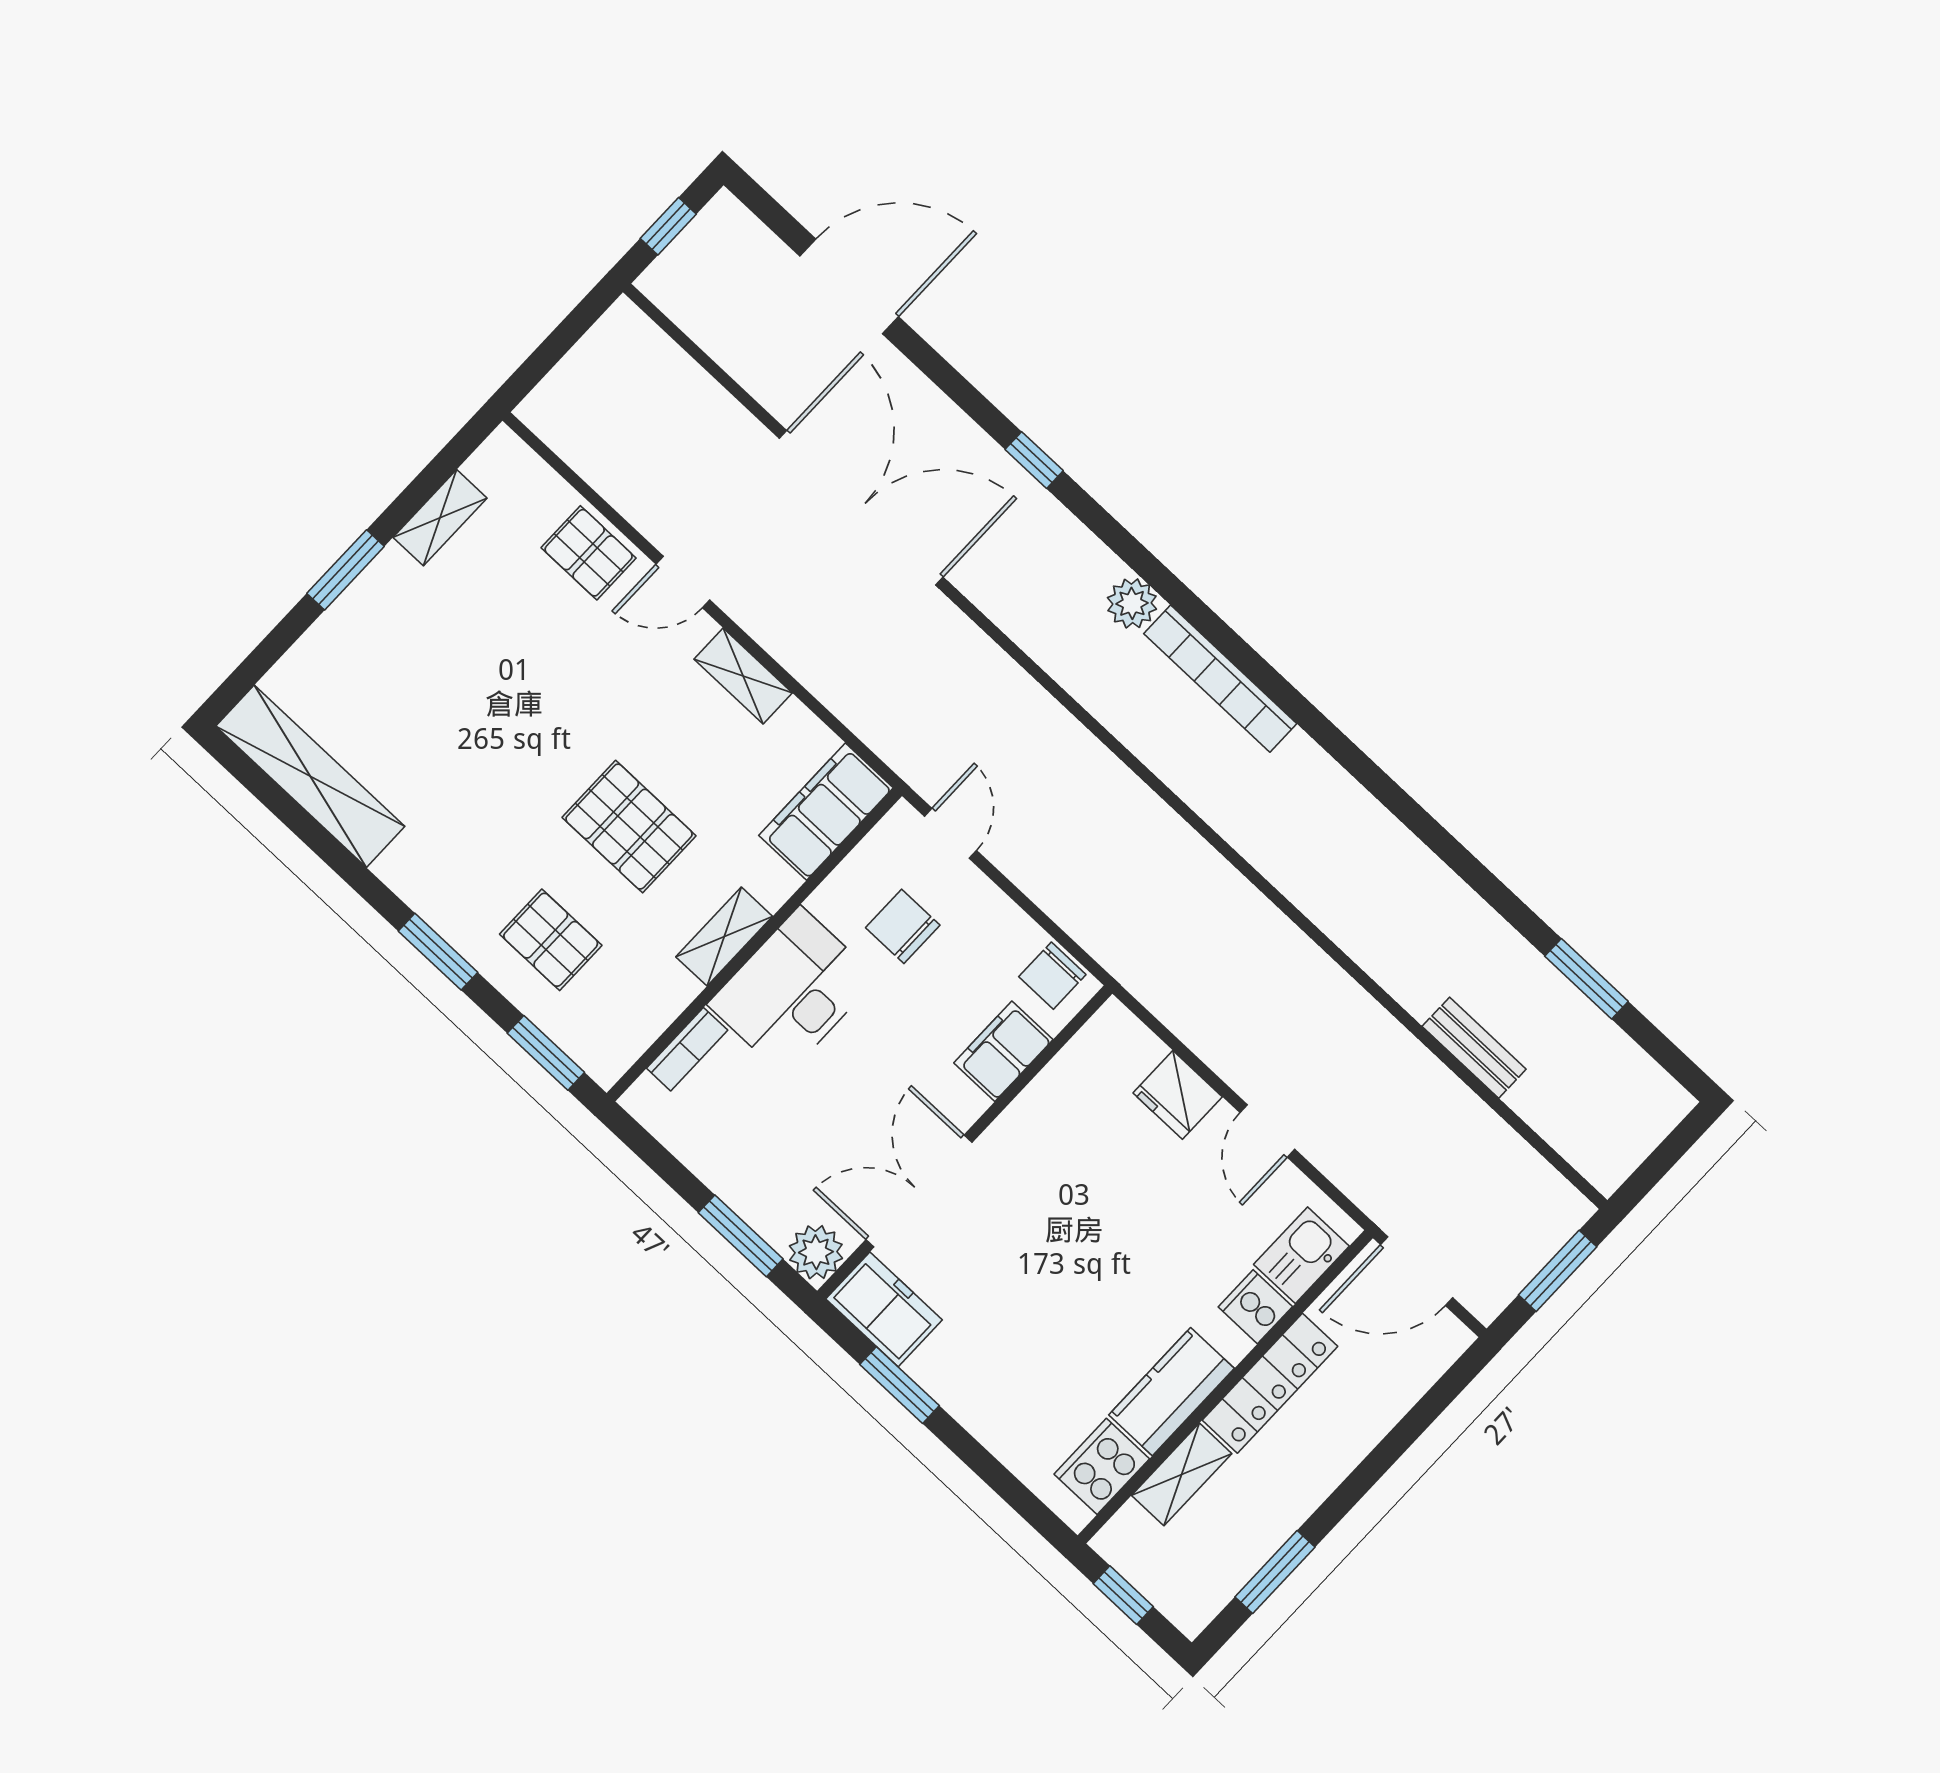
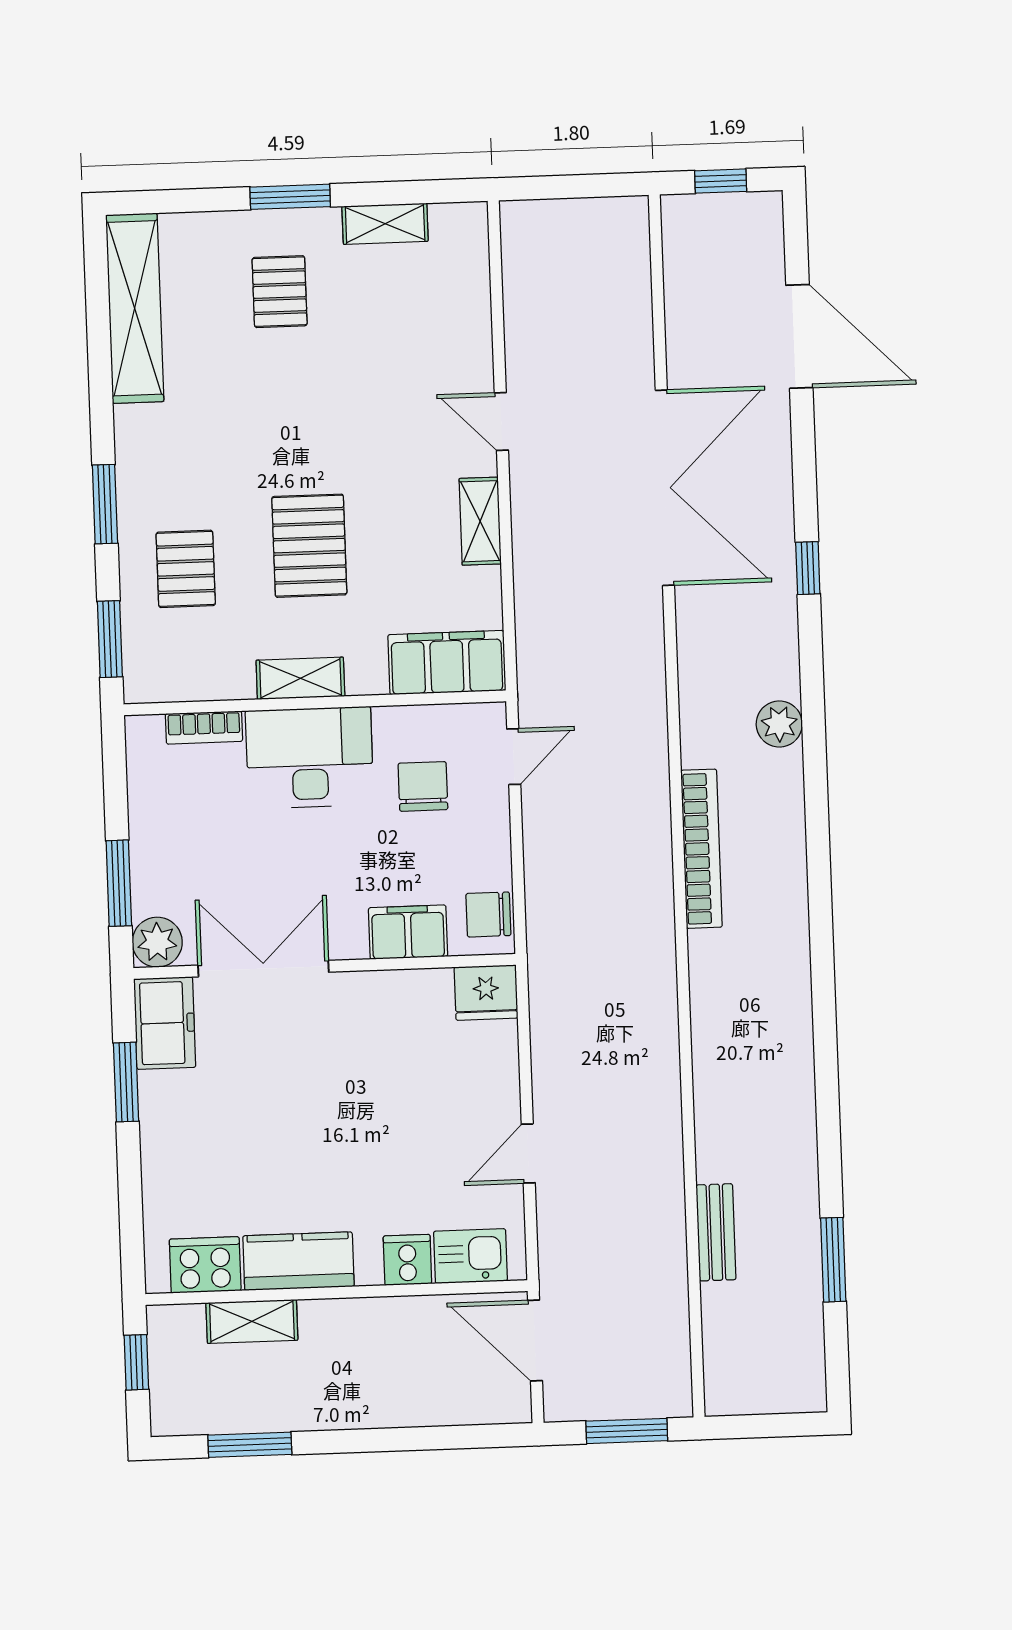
pallet: (589, 553) -> (280, 292), moved
bookcase: (1220, 679) -> (701, 849), moved, turned 180
fridge: (1178, 1095) -> (486, 993), moved, turned -90
locker: (1270, 1383) -> (368, 1319), removed

